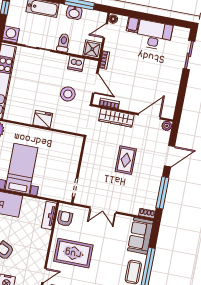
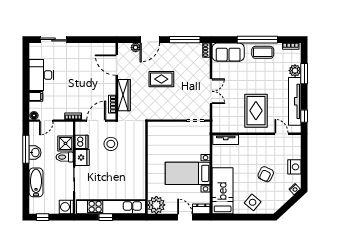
door: (105, 31) -> (46, 121), hinge flipped
shower: (92, 49) -> (65, 143), moved
fridge: (43, 119) -> (82, 157), moved, turned 180
plant: (167, 126) -> (136, 47), moved
door: (170, 156) -> (150, 40), swing flipped
armchair: (65, 219) -> (226, 125), removed

